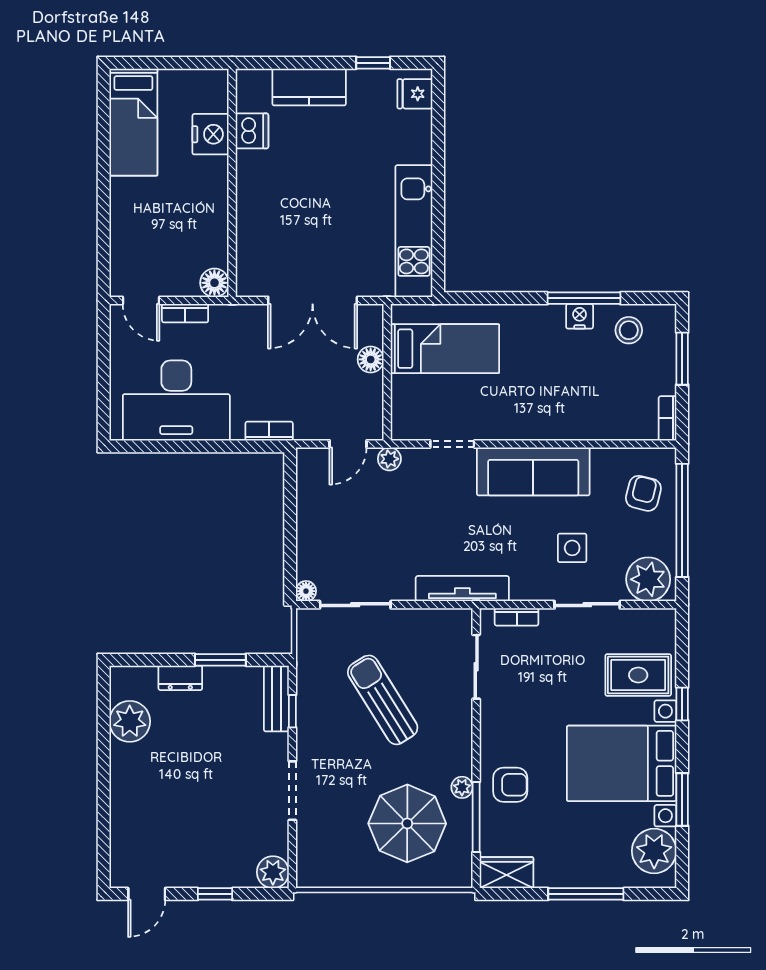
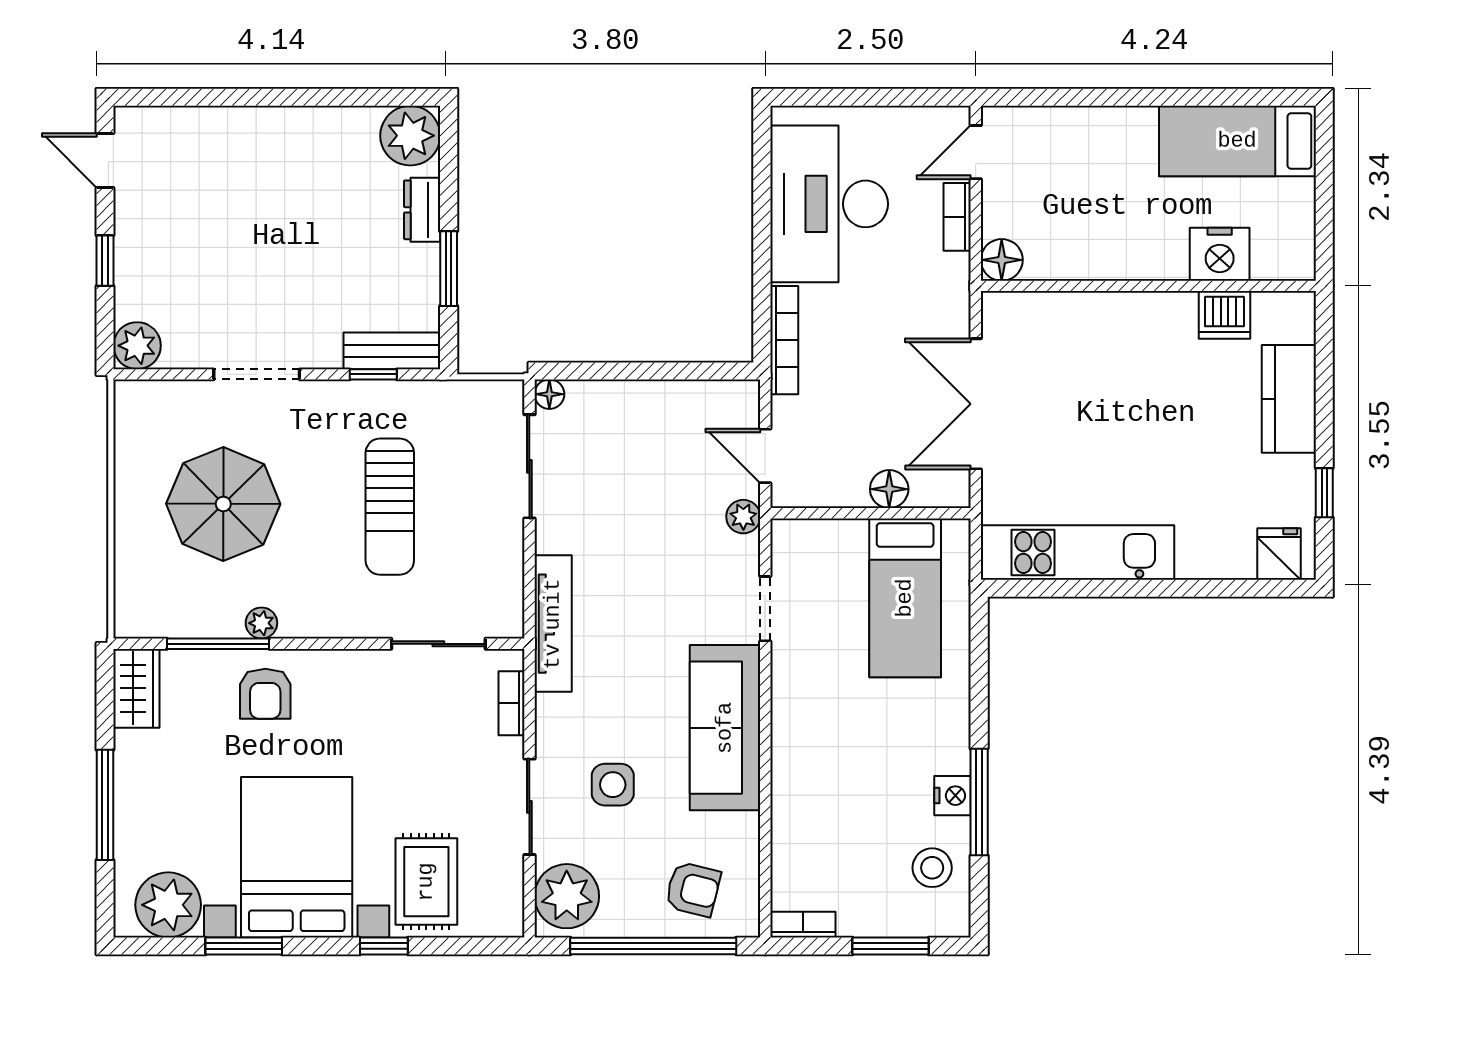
bookcase: (269, 431) -> (784, 340), width x1.56
sun lounger: (383, 700) -> (390, 507), turned 122
plant: (130, 721) -> (410, 136), moved
parasol: (407, 823) -> (223, 504), moved

